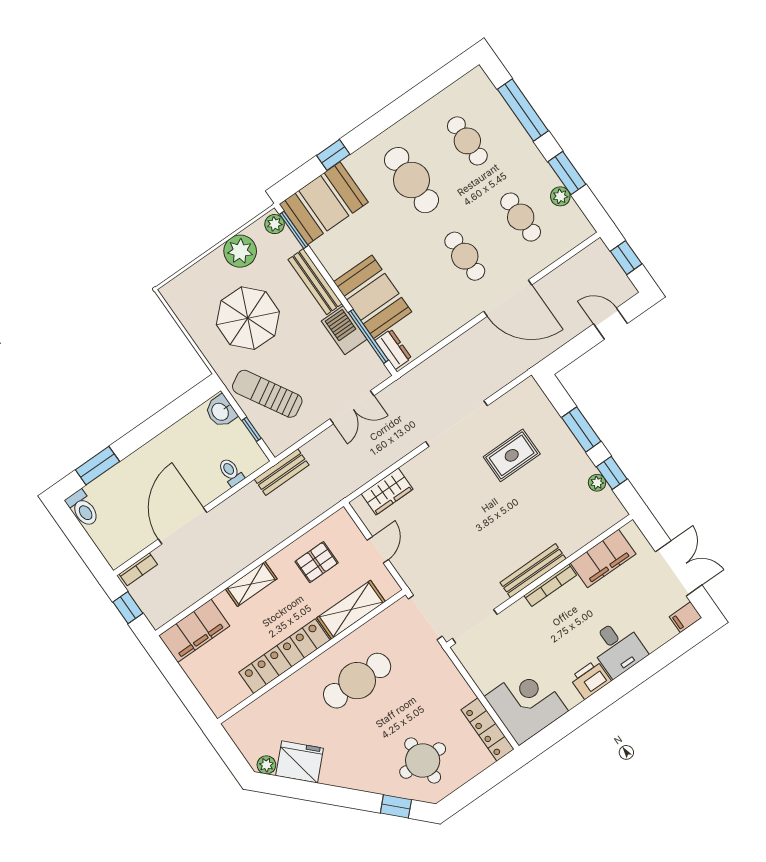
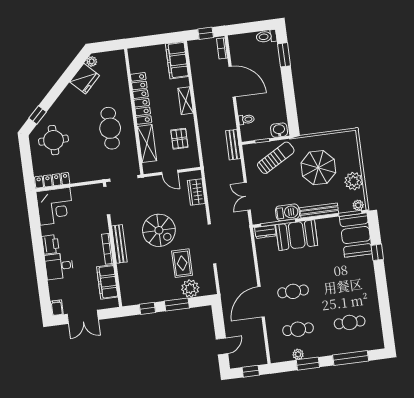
cafe table: (411, 180) -> (345, 285), removed
plant: (597, 483) -> (190, 289), moved, width x1.87, depth x1.87
spiral stairs: (479, 519) -> (159, 230), added

